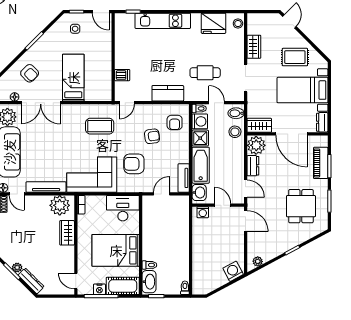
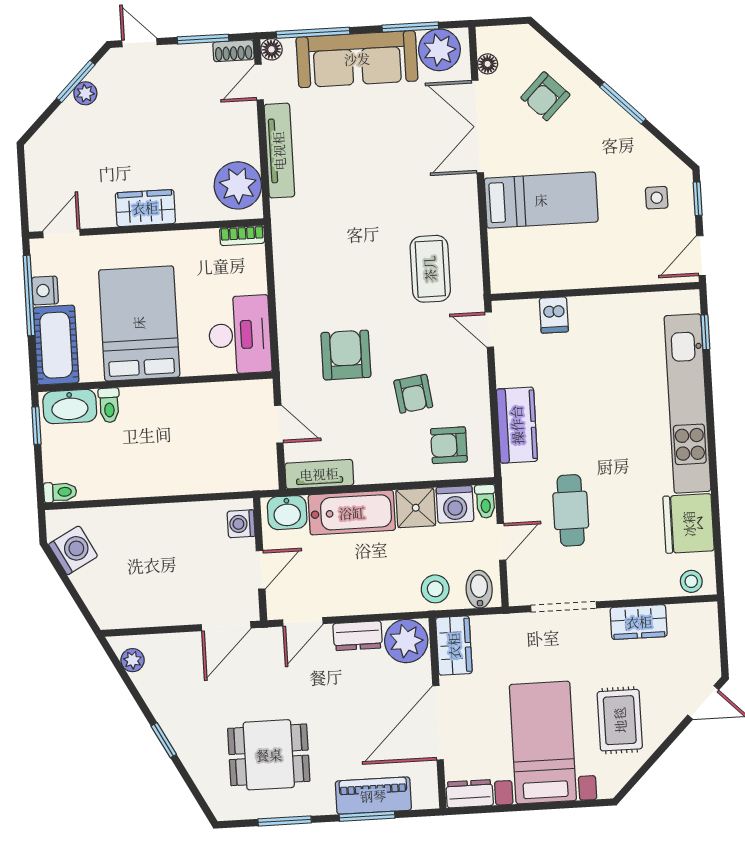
kitchen unit: (163, 21) -> (687, 403), width x1.36
corner sofa: (92, 175) -> (315, 257), removed
wardrobe: (67, 233) -> (145, 208), moved
washing machine: (233, 271) -> (73, 550), moved
dresser: (31, 281) -> (56, 128), removed

